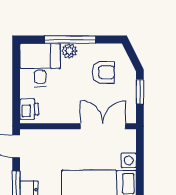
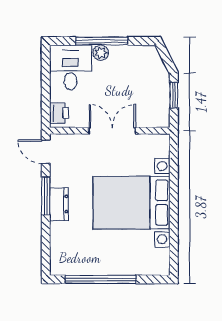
armchair: (103, 72) -> (136, 75), removed
double door: (103, 126) -> (112, 131), moved

